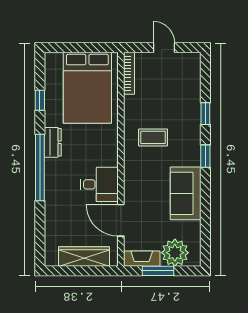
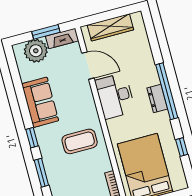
window: (205, 114) -> (41, 173), width x1.50
coffee table: (153, 137) -> (80, 141), width x1.36, depth x1.30
dresser: (53, 142) -> (157, 98), moved
desk: (99, 184) -> (115, 96), width x1.37

